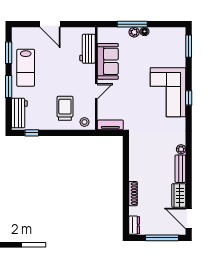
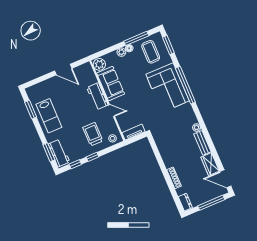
door: (50, 24) -> (63, 70), moved
window: (132, 24) -> (136, 38), moved
plant: (104, 35) -> (99, 64), added
coffee table: (166, 45) -> (151, 52), added
workbench: (87, 49) -> (97, 96), moved
window: (9, 87) -> (49, 152), moved
door: (96, 91) -> (112, 111), hinge flipped
window: (189, 98) -> (185, 85), width x3.17
window: (54, 133) -> (93, 157), added

